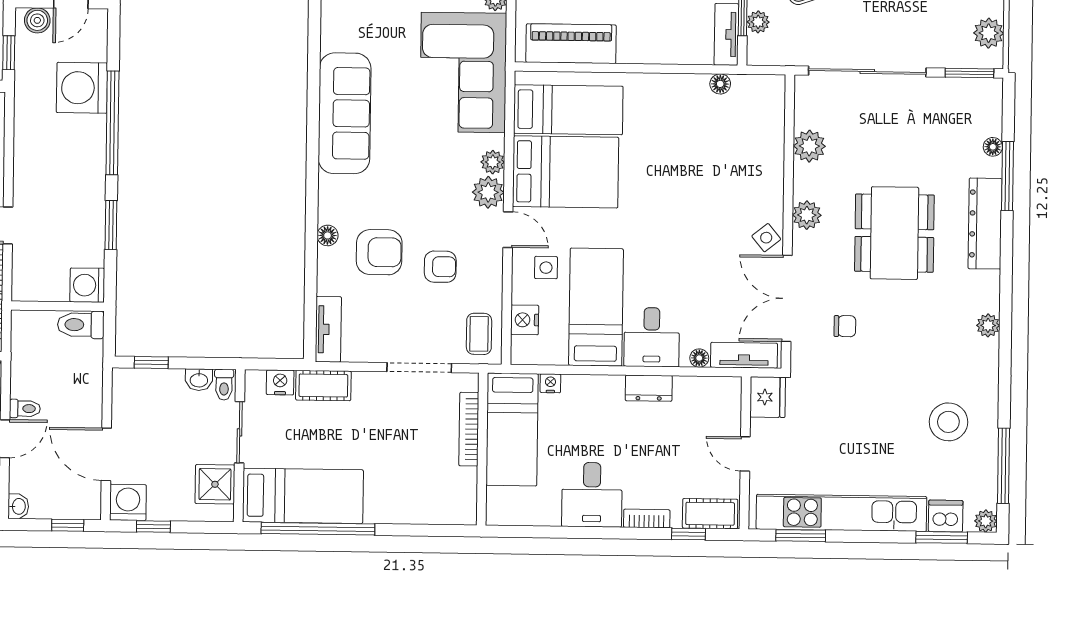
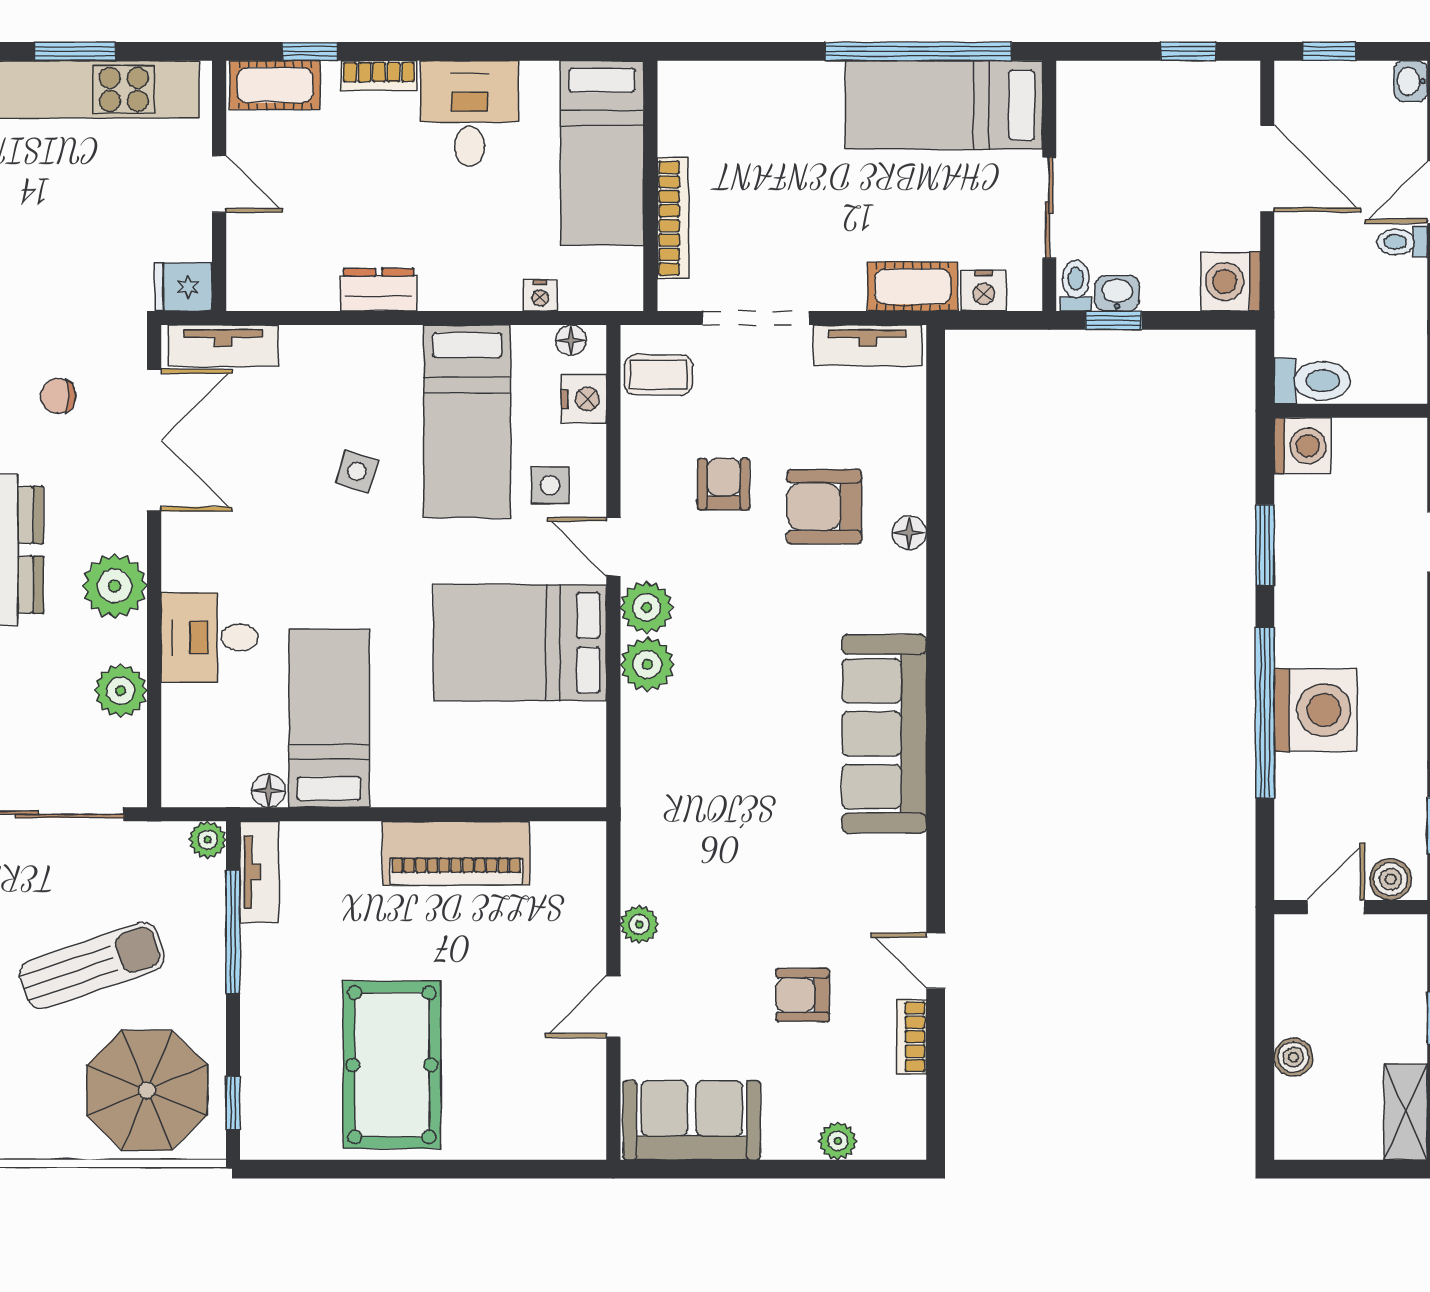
plant: (758, 22) -> (208, 840), moved
piano: (571, 44) -> (456, 853), moved
corner sofa: (463, 72) -> (690, 804), removed
washing machine: (82, 88) -> (1316, 710), moved
bed: (568, 110) -> (329, 718), moved, turned 90
plant: (493, 162) -> (647, 664), width x1.38, depth x1.38
plant: (807, 215) -> (115, 586), width x1.36, depth x1.36
side table: (766, 238) -> (357, 472), moved, turned -34
armchair: (440, 267) -> (724, 484), turned 90
tv unit: (328, 329) -> (867, 346), moved, turned -90
coffee table: (479, 334) -> (658, 375), turned 90
desk: (652, 337) -> (210, 638), moved, turned -90
floor lamp: (699, 358) -> (571, 340), moved
window: (151, 363) -> (1114, 320), moved
fridge: (768, 397) -> (183, 287), width x0.72
bed: (512, 429) -> (602, 153), moved, turned 180
shower: (215, 484) -> (1088, 122), removed
washing machine: (128, 502) -> (1231, 281), moved, turned 90
window: (801, 536) -> (75, 51), moved

